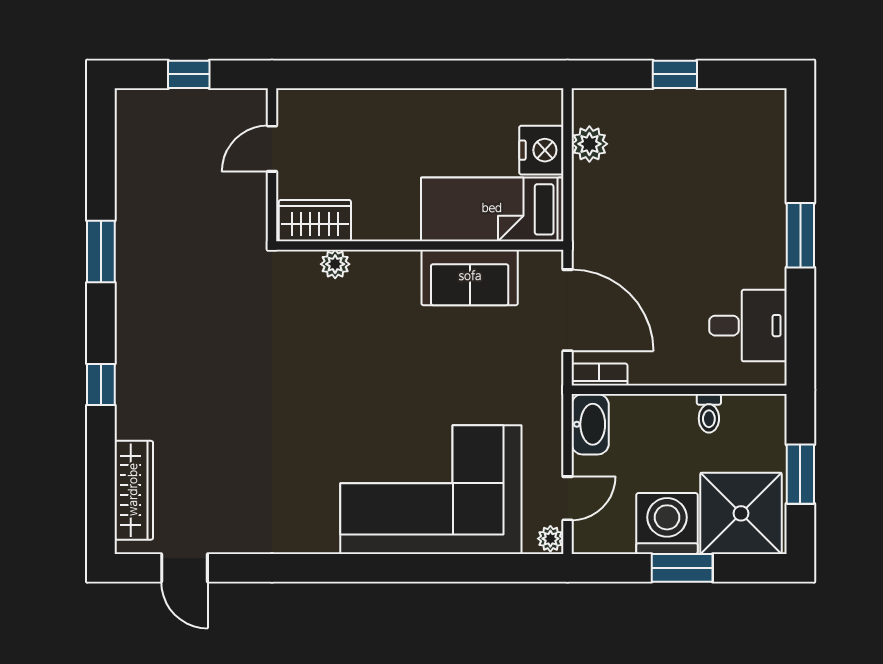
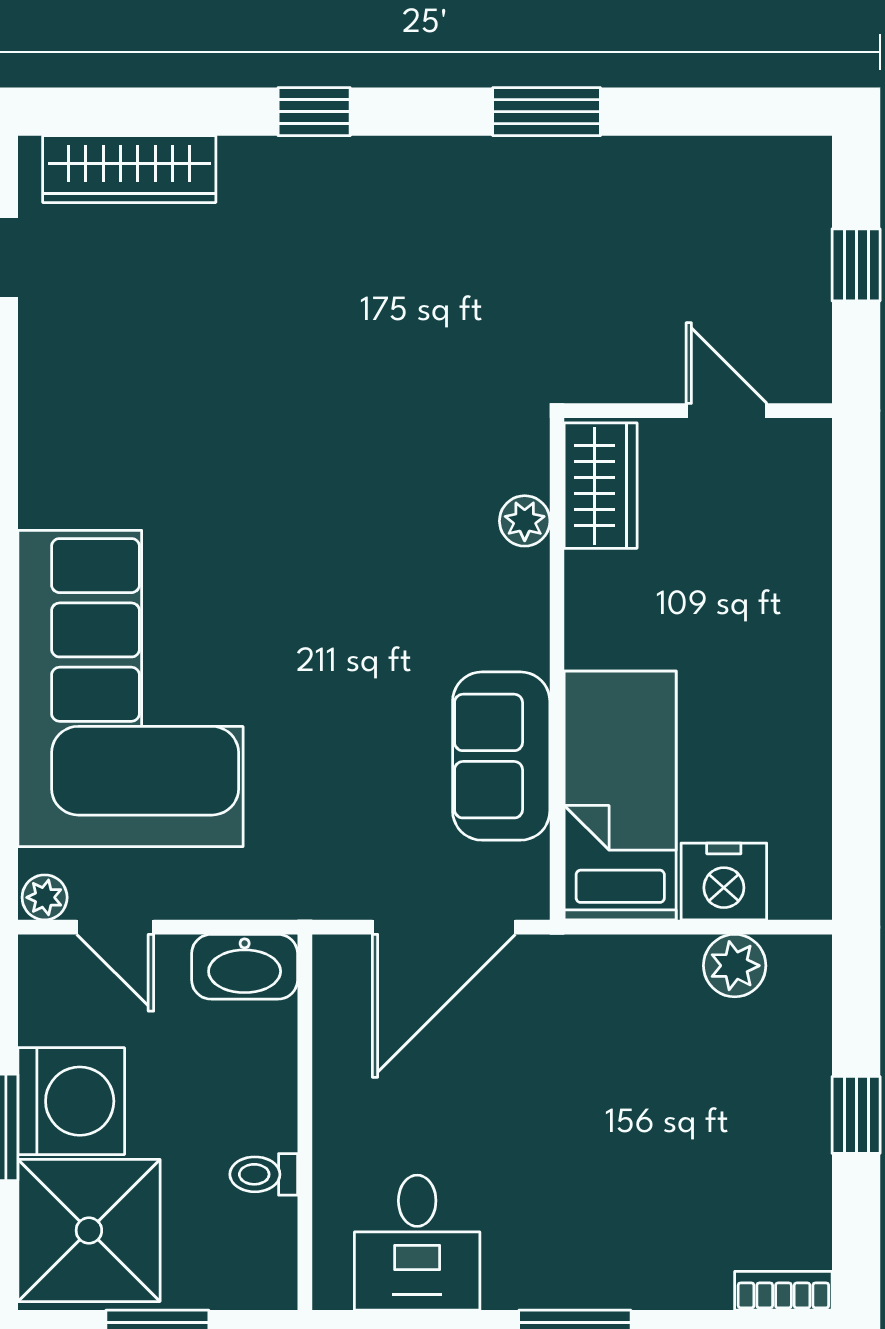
bookcase: (599, 375) -> (783, 1291), moved, turned -90

